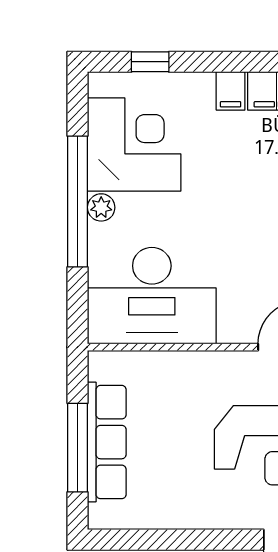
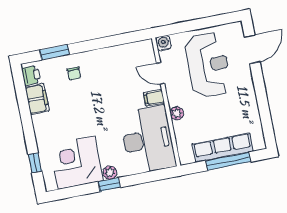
filing cabinet: (231, 91) -> (154, 98), moved, turned 180
window: (78, 201) -> (109, 185), width x0.32
plant: (193, 364) -> (177, 113), added

